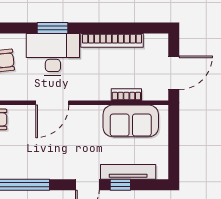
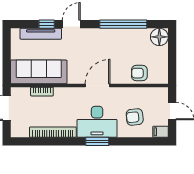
sofa: (131, 121) -> (39, 72), width x1.36

